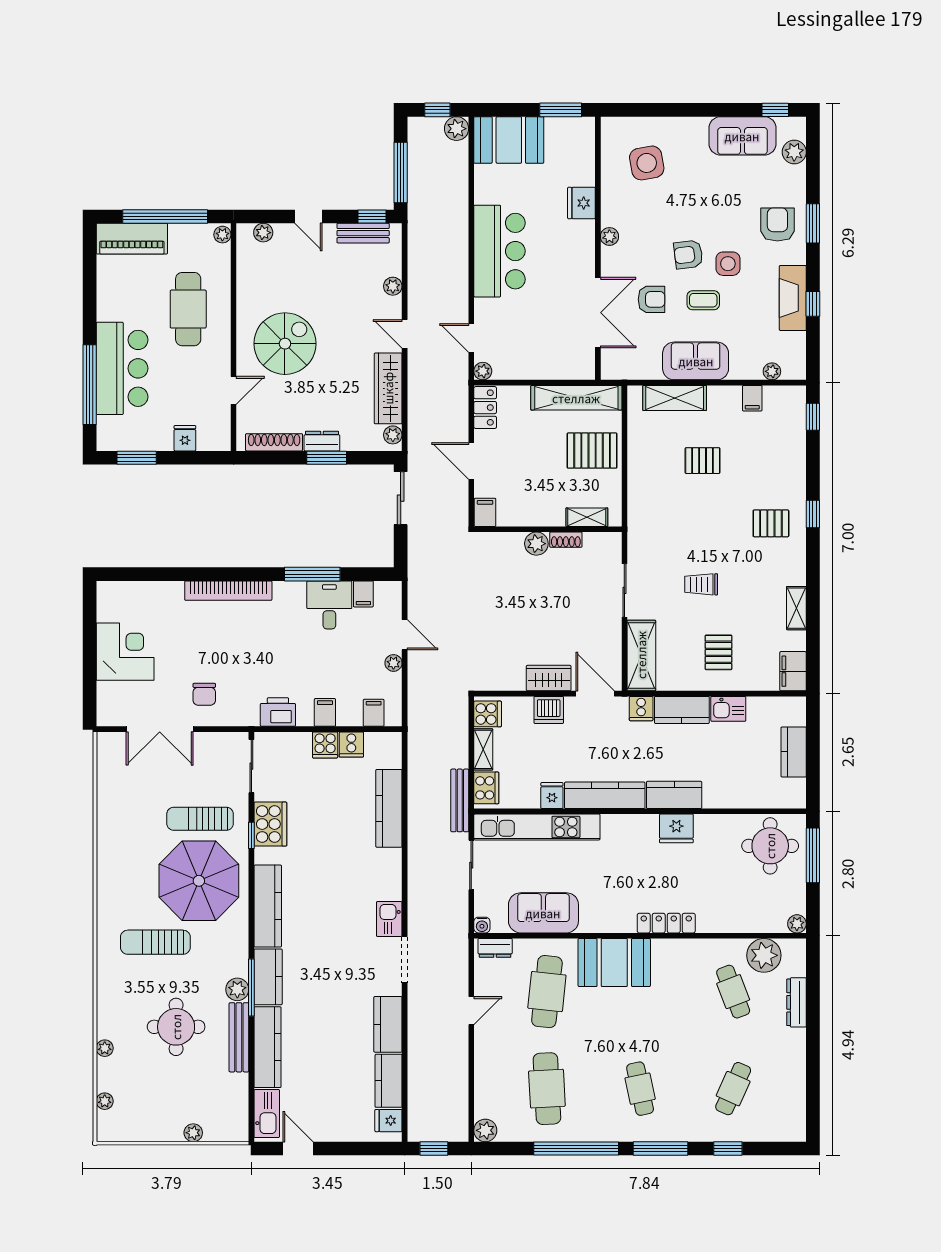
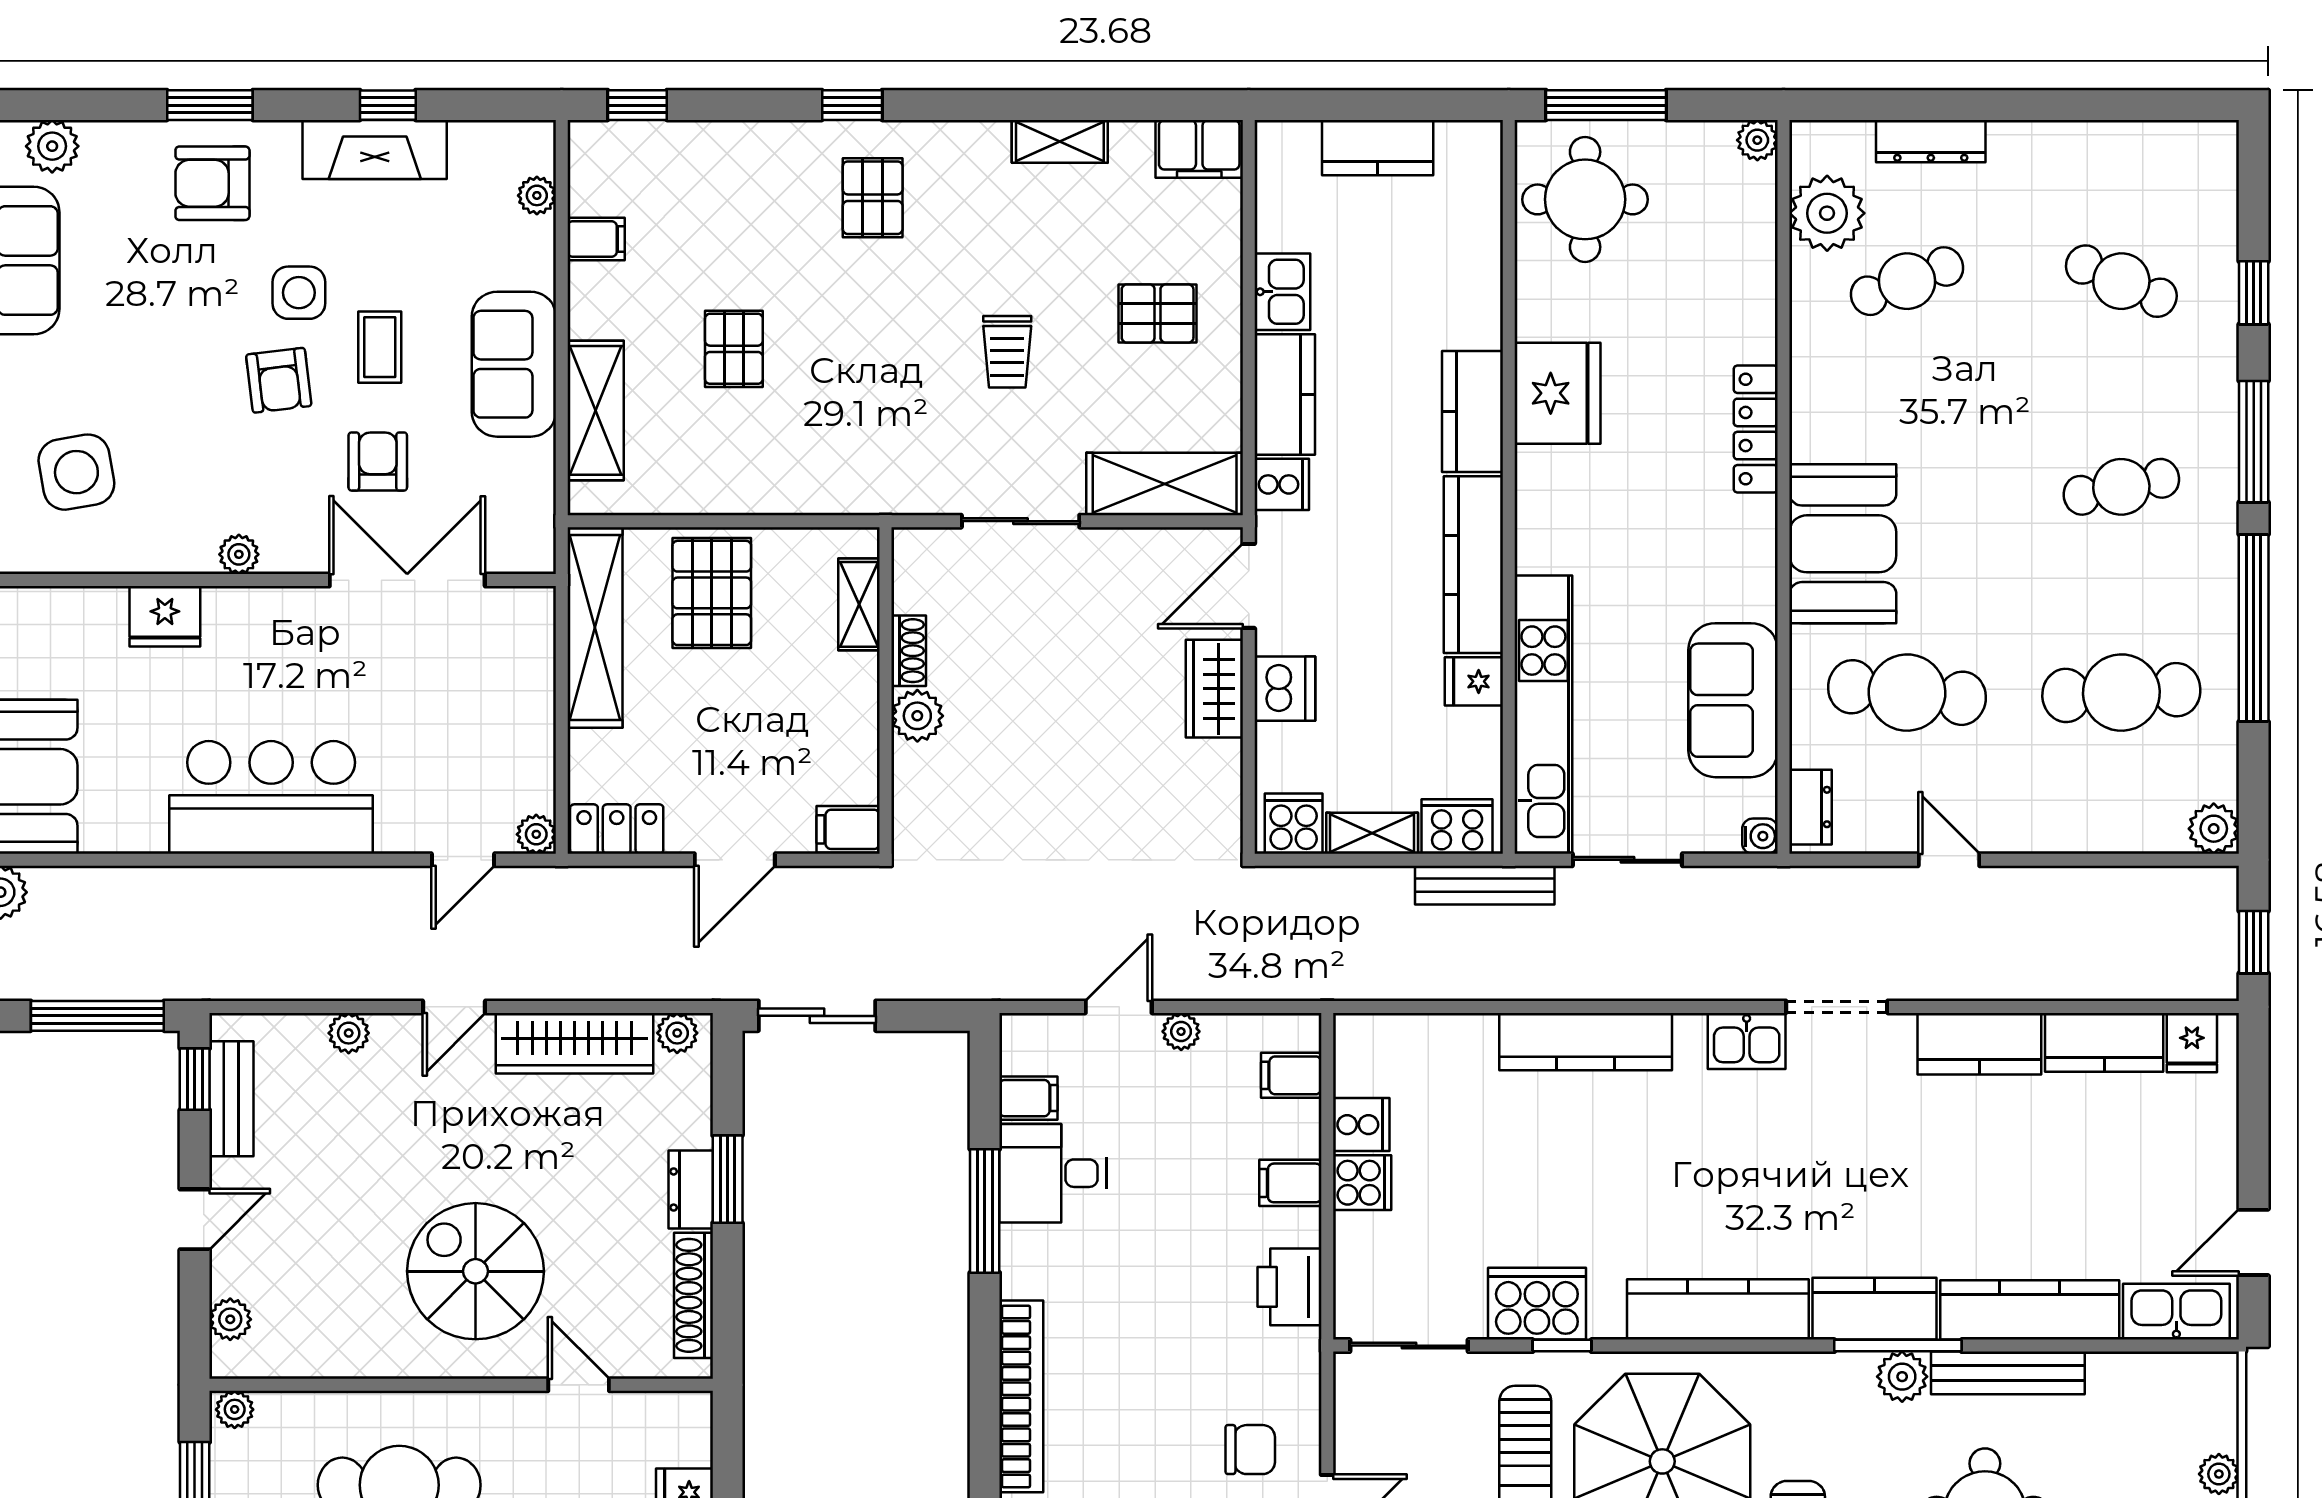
kitchen counter: (389, 808) -> (1586, 1042), moved
fridge: (676, 828) -> (1557, 393), width x1.36, depth x1.34

